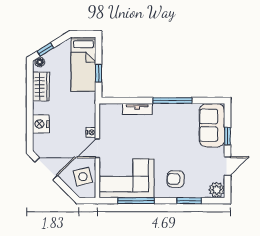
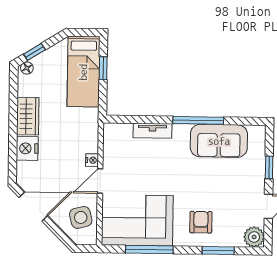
window: (99, 73) -> (103, 68), moved
wardrobe: (41, 87) -> (28, 116), moved
sofa: (212, 125) -> (219, 141), moved, turned -90
armchair: (176, 179) -> (201, 222), turned 88

